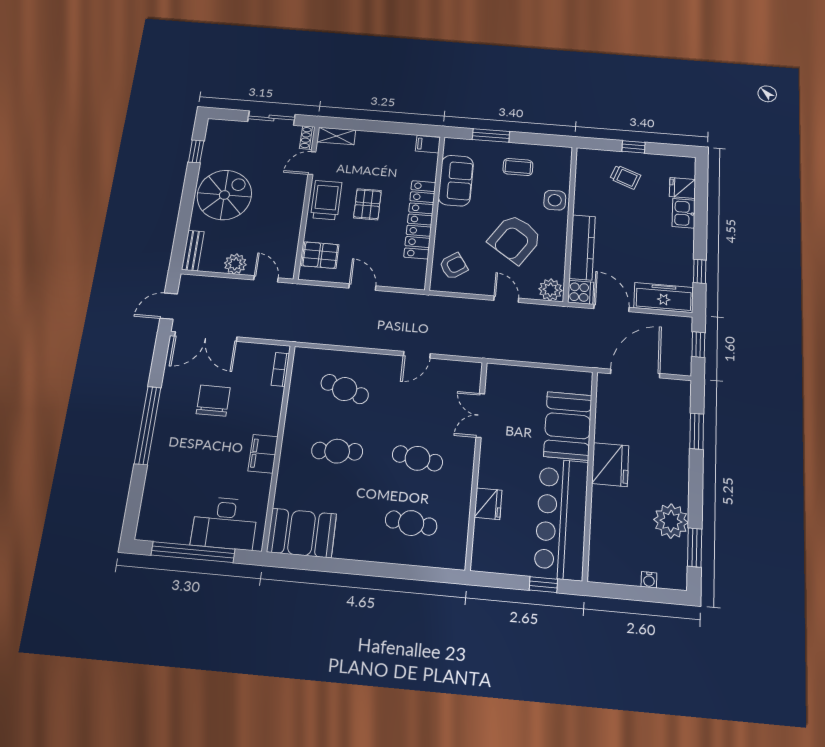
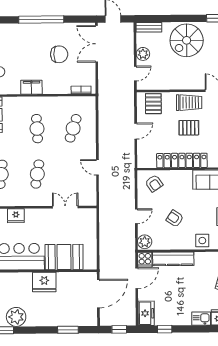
spiral stairs: (224, 195) -> (187, 40), turned 90
armchair: (515, 239) -> (175, 219), width x0.53, depth x0.53
freezer: (664, 298) -> (146, 313), width x0.71
door: (635, 374) -> (98, 294), hinge flipped

